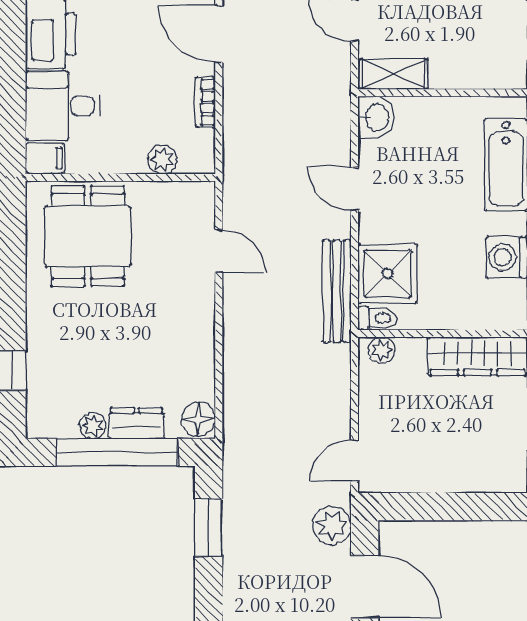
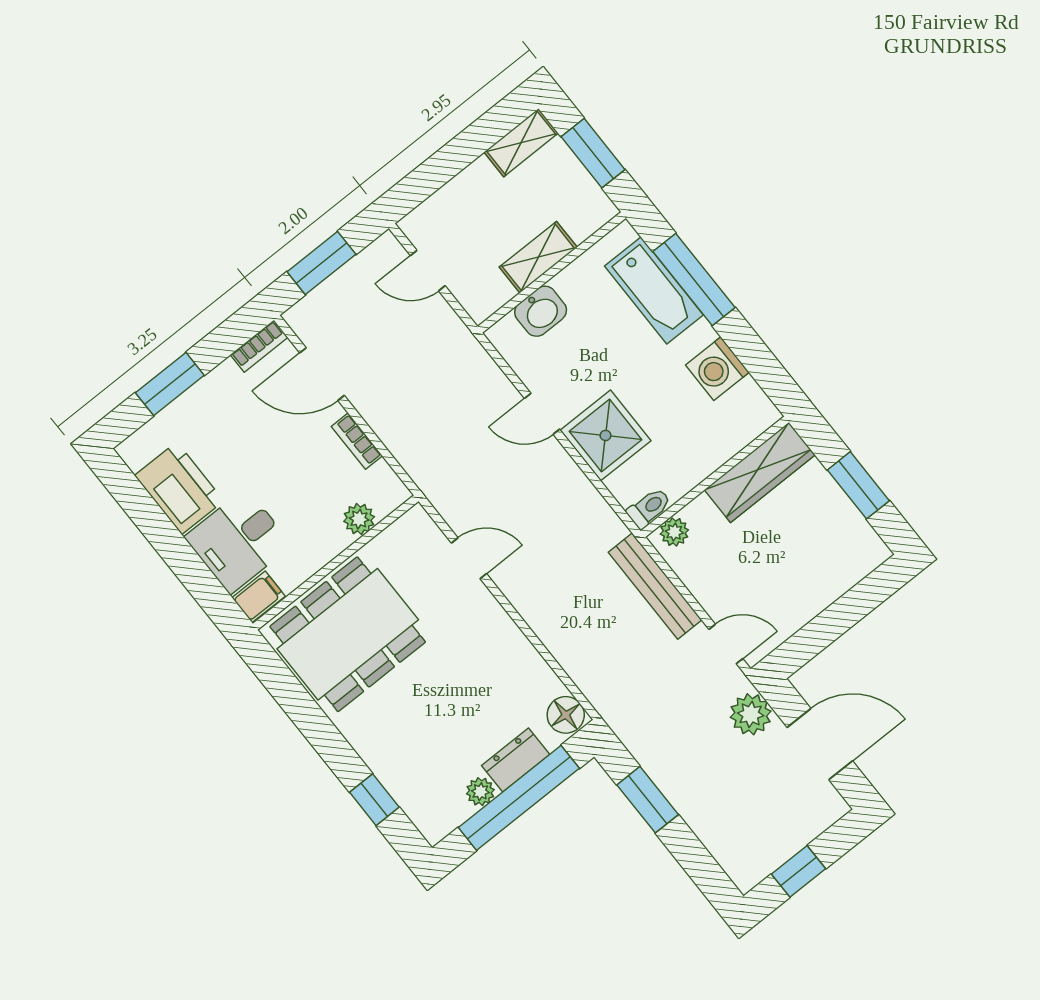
shelving: (394, 74) -> (538, 257), moved
washbasin: (376, 118) -> (541, 311), moved, turned 90
dining table: (88, 236) -> (348, 634), width x1.38
shower: (388, 274) -> (605, 435), moved
bench: (337, 291) -> (655, 586), moved
door: (354, 460) -> (726, 644), swing flipped

